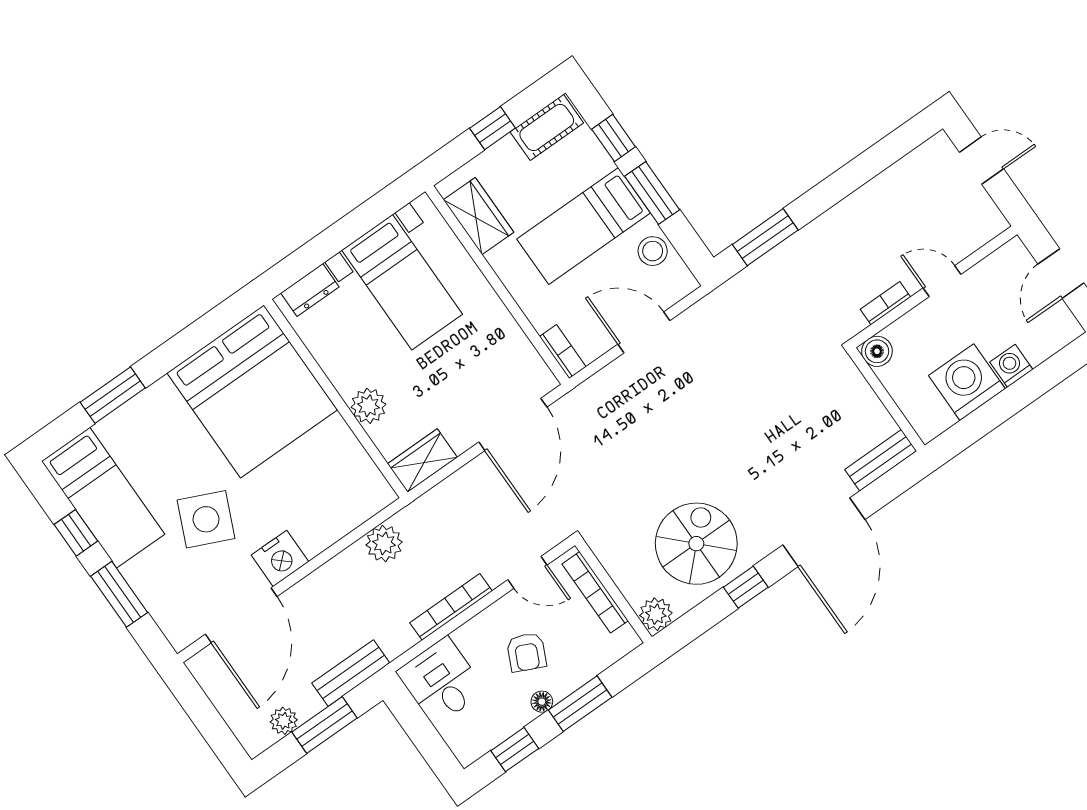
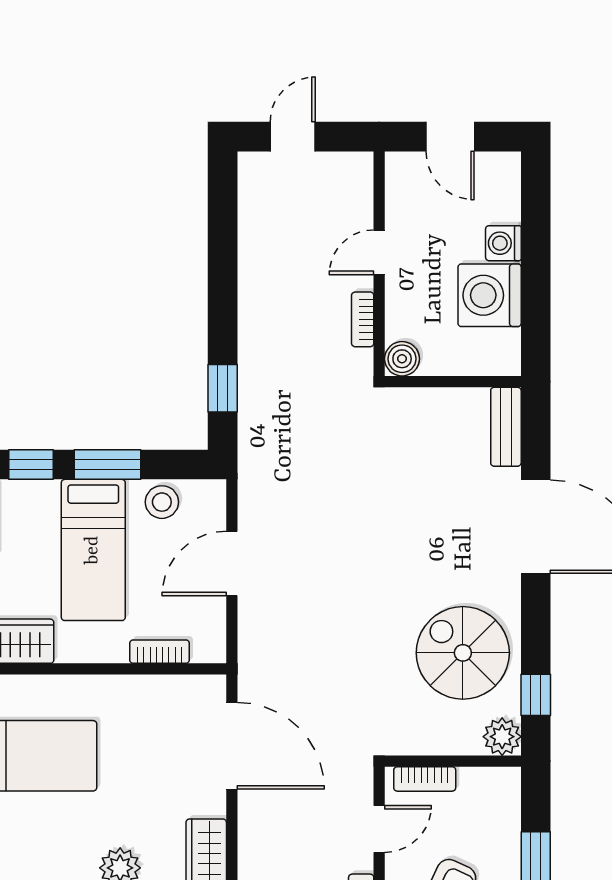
window: (765, 237) -> (223, 388), width x0.67
bookcase: (563, 352) -> (160, 652), moved
window: (746, 587) -> (536, 695), moved
bookcase: (595, 592) -> (425, 779), width x0.64

